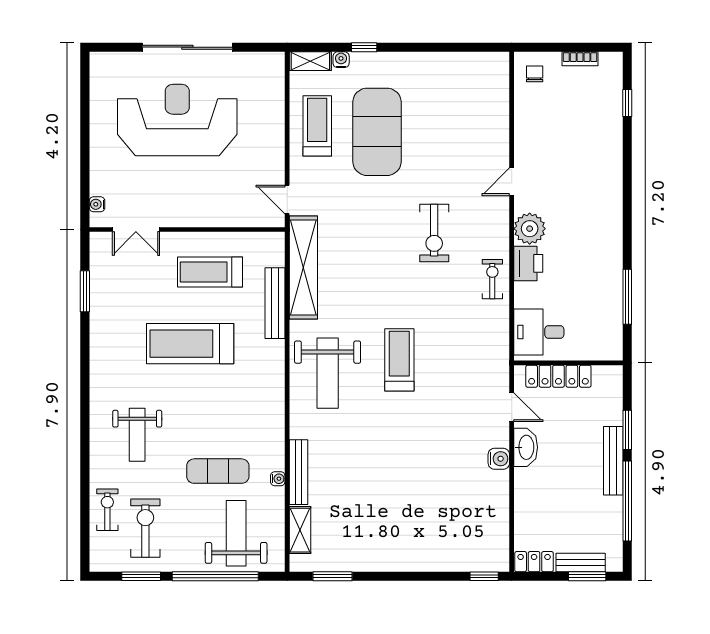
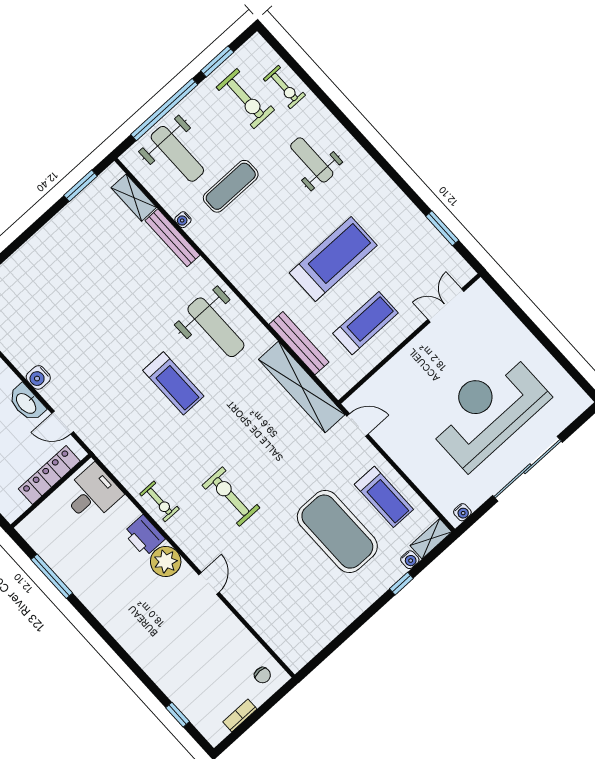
reception desk: (177, 120) -> (487, 410), turned 180
water cooler: (97, 204) -> (462, 512), moved, turned 90
weight bench: (328, 373) -> (216, 327), turned 180

